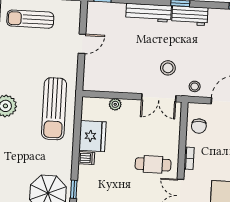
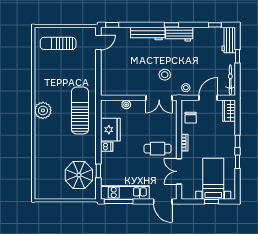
door: (82, 44) -> (98, 43), moved
sun lounger: (54, 109) -> (80, 111), turned 180

